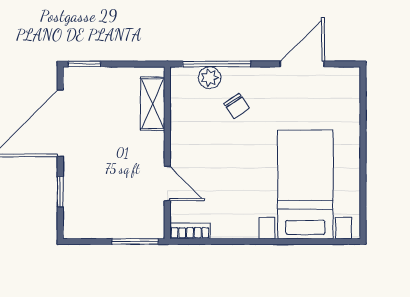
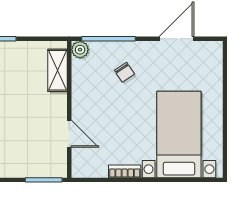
plant: (210, 78) -> (80, 50), moved
bookcase: (190, 231) -> (125, 171), moved

